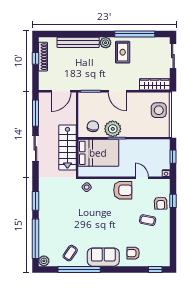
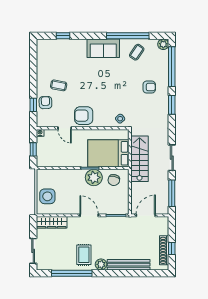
armchair: (133, 253) -> (149, 87), moved
window: (155, 269) -> (63, 36), moved

